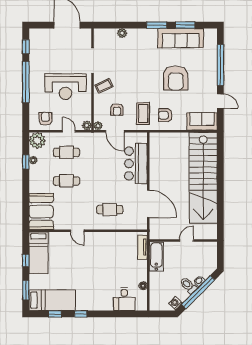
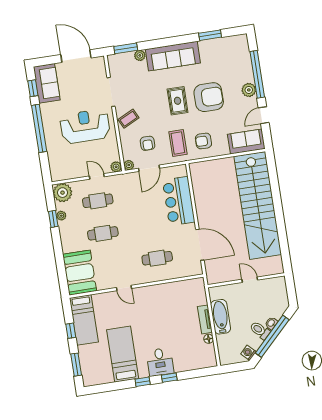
window: (157, 25) -> (126, 48), moved
sofa: (181, 38) -> (173, 56), moved
sofa: (38, 45) -> (47, 83), added
rug: (148, 77) -> (178, 101), added
plant: (211, 77) -> (249, 90), added
armchair: (176, 78) -> (209, 97), turned -90
reception desk: (66, 87) -> (85, 126), turned 180
door: (220, 101) -> (264, 115), swing flipped
armchair: (45, 119) -> (68, 166), removed
door: (115, 131) -> (149, 168), hinge flipped
door: (186, 241) -> (250, 280), hinge flipped
tv unit: (142, 247) -> (205, 319), moved
bathtub: (156, 256) -> (221, 317), moved
desk: (124, 299) -> (160, 362), moved
bed: (52, 300) -> (123, 354), moved, turned -90
window: (55, 314) -> (169, 378), moved

